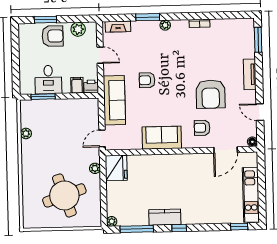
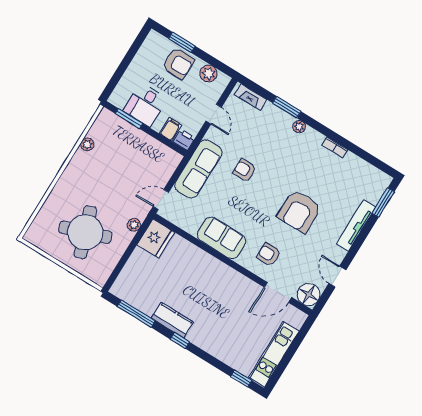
tv unit: (250, 74) -> (356, 225), width x1.41
armchair: (211, 94) -> (299, 211), moved
floor lamp: (252, 142) -> (309, 294), width x1.89, depth x1.89
plant: (112, 221) -> (116, 290), removed

